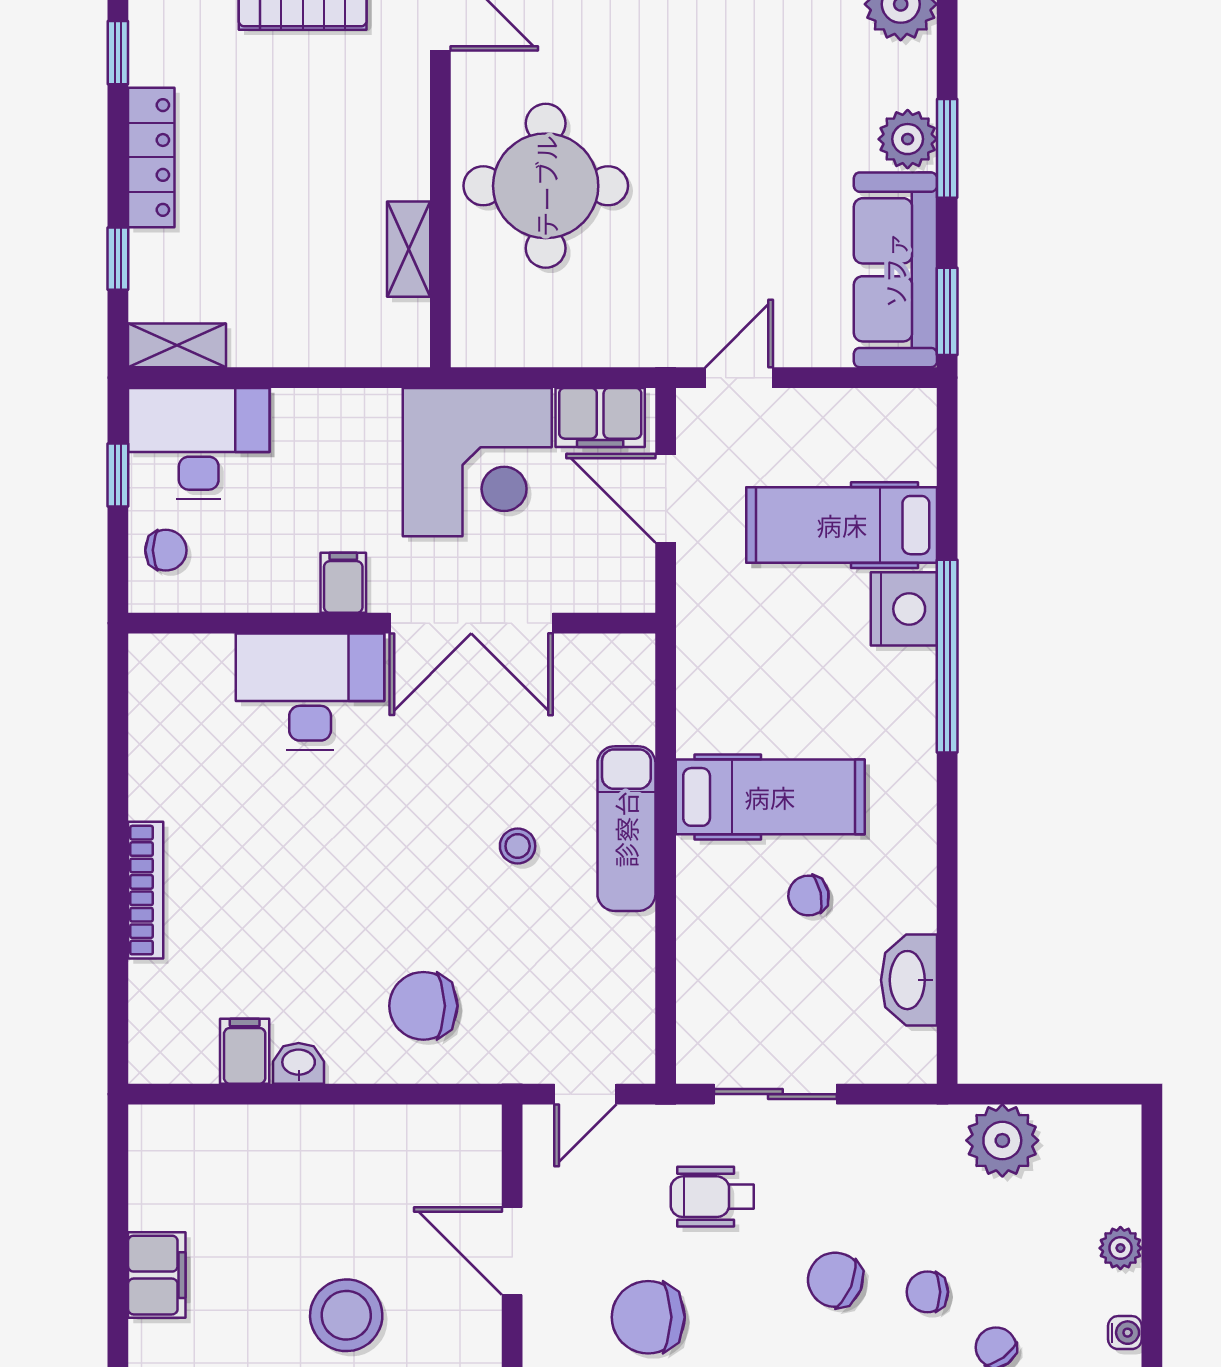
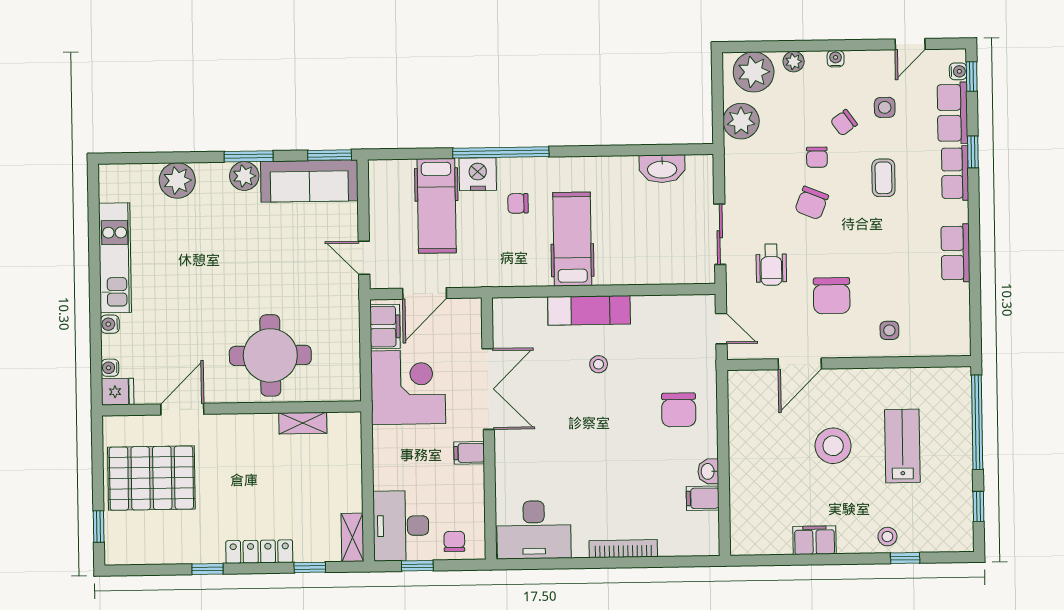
desk: (310, 692) -> (534, 530), moved, turned -90
chair: (808, 895) -> (518, 203), moved, turned 102
plant: (1101, 1167) -> (754, 72), added

